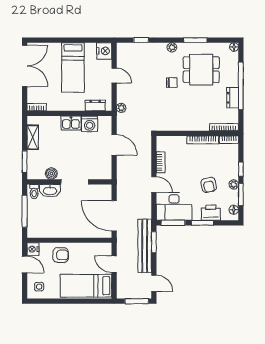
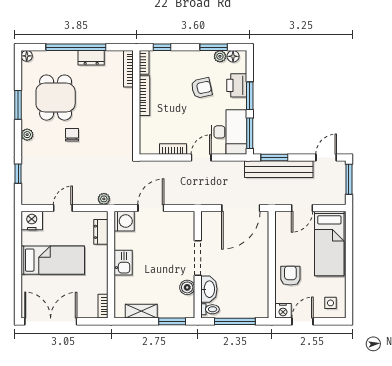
washing machine: (90, 124) -> (124, 221), moved
window: (241, 169) -> (162, 47), moved
plant: (234, 184) -> (220, 56), moved

